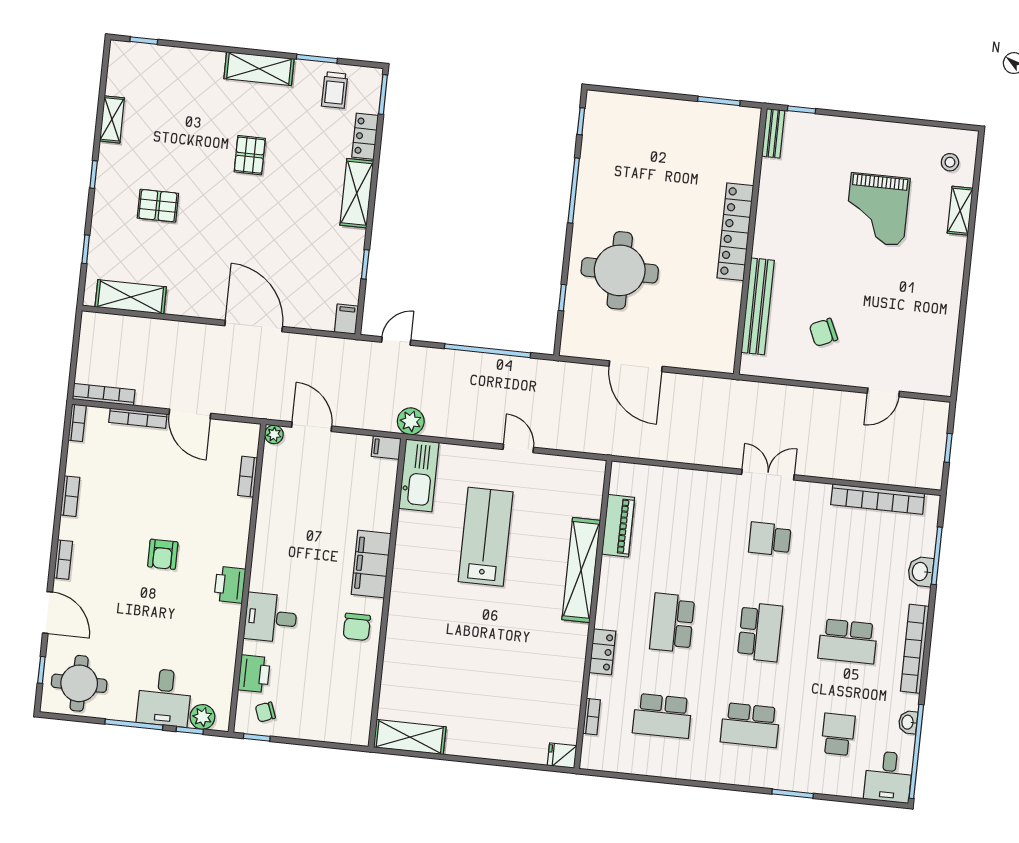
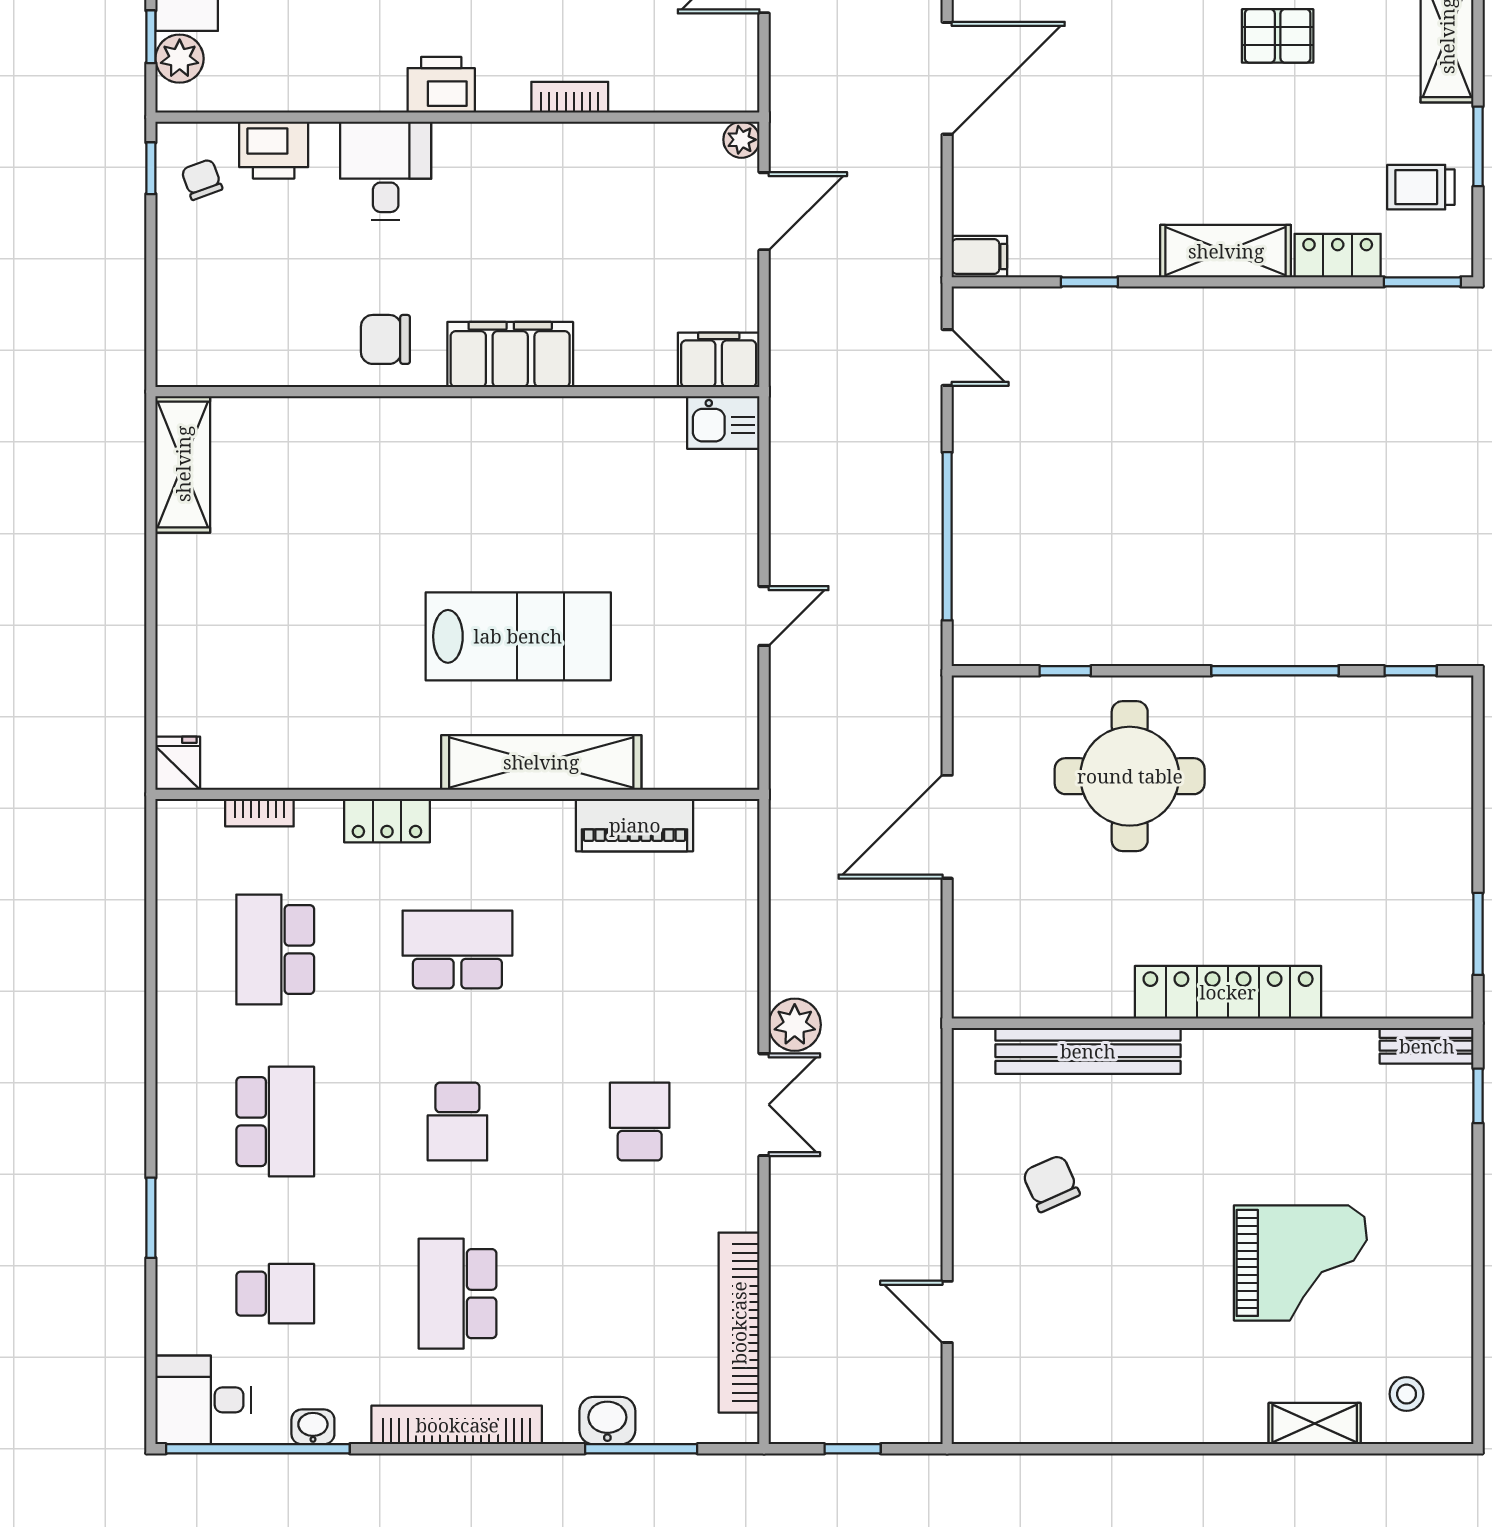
grand piano: (877, 209) -> (1300, 1263), turned 180
plant: (411, 421) -> (795, 1025), moved
filing cabinet: (386, 447) -> (719, 360), width x2.00
kitchen sink: (419, 475) -> (723, 422), width x0.53, depth x0.81
bookcase: (248, 477) -> (570, 97), moved
lab bench: (486, 537) -> (518, 636), moved
school desk: (760, 632) -> (457, 1122), width x0.54
school desk: (750, 725) -> (275, 1122), turned 180

